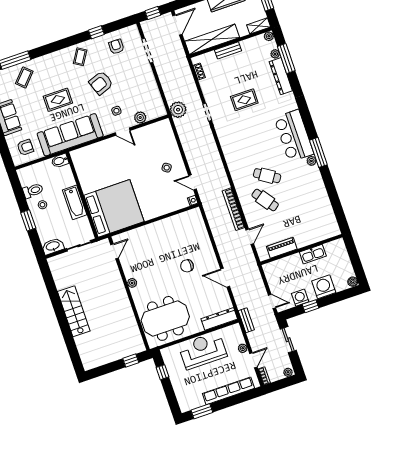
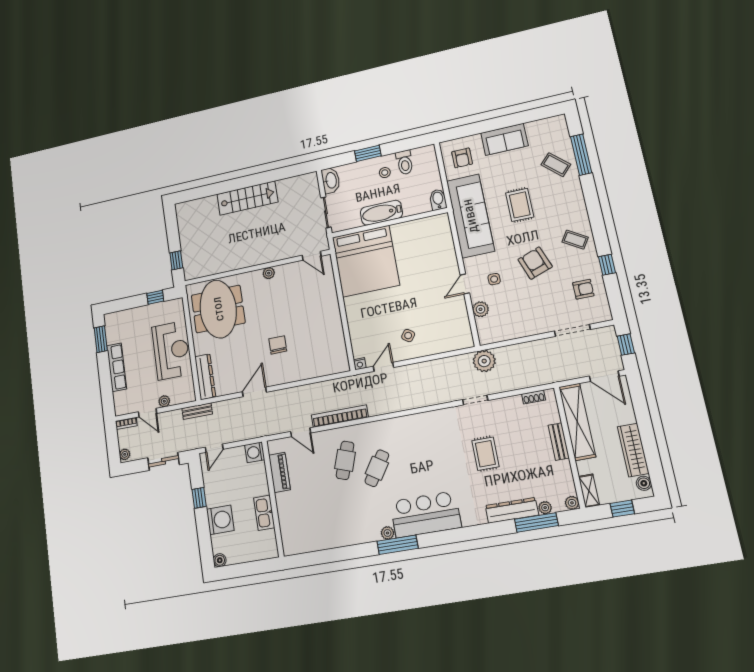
cafe table: (265, 200) -> (345, 460), turned -35
washing machine: (300, 298) -> (255, 452), moved, turned 180
row of seats: (228, 391) -> (117, 367), width x0.73

